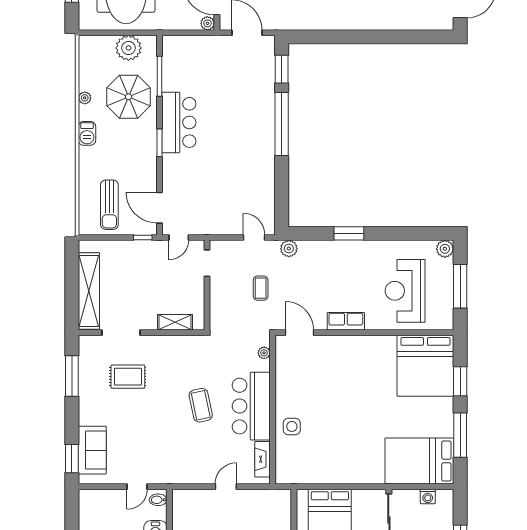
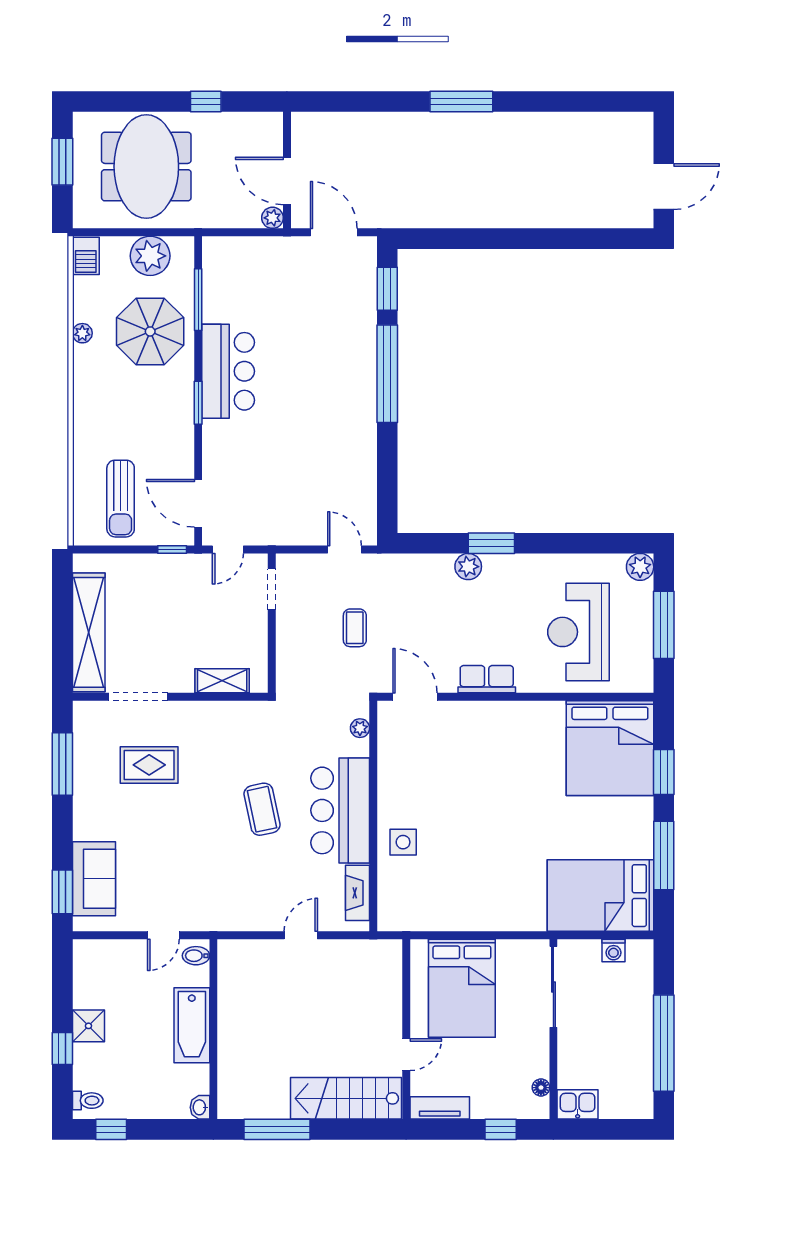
barbecue: (87, 133) -> (86, 256), moved
plant: (289, 249) -> (468, 567), moved

